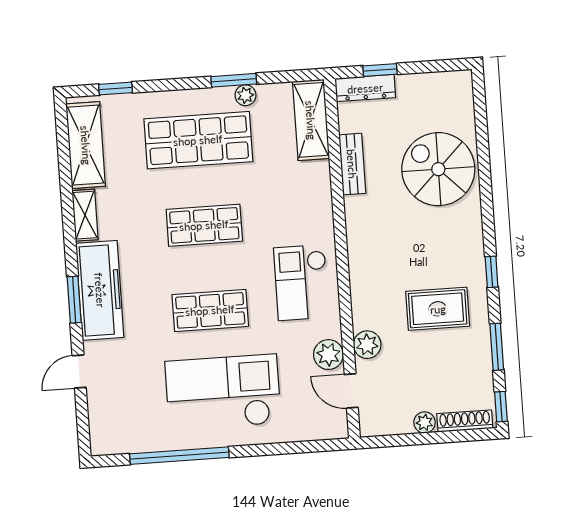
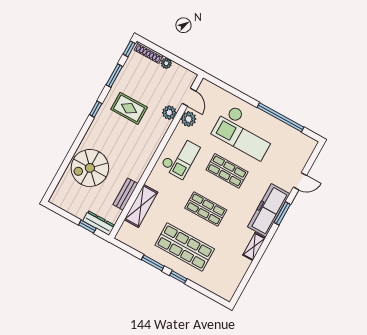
window: (116, 89) -> (178, 277), moved
plant: (245, 95) -> (152, 253), removed
shelving: (311, 120) -> (141, 206), moved
shelving: (86, 145) -> (234, 276), removed
spiral stairs: (438, 169) -> (90, 168), turned 90

